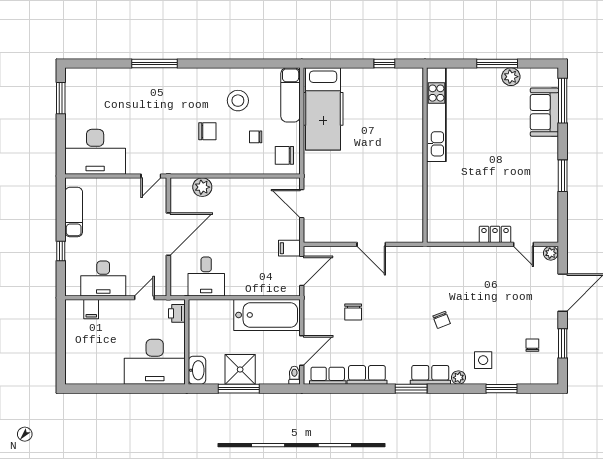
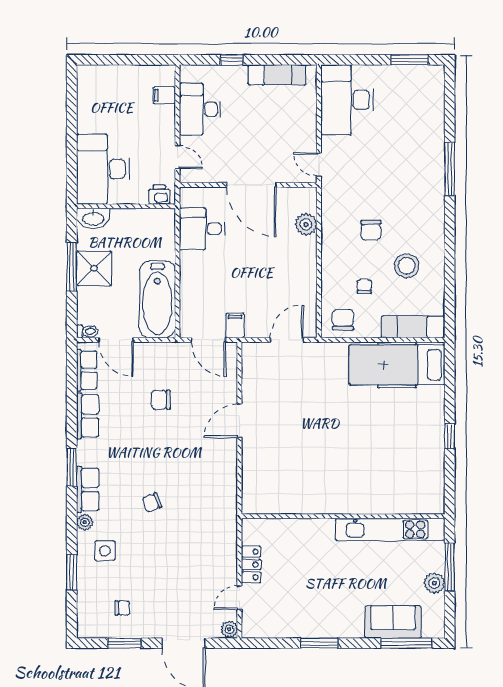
kitchen unit: (436, 115) -> (390, 529), moved
wall: (425, 155) -> (343, 516), moved

